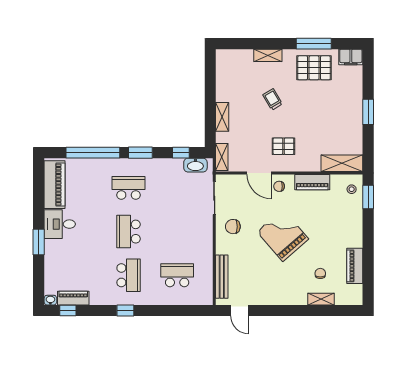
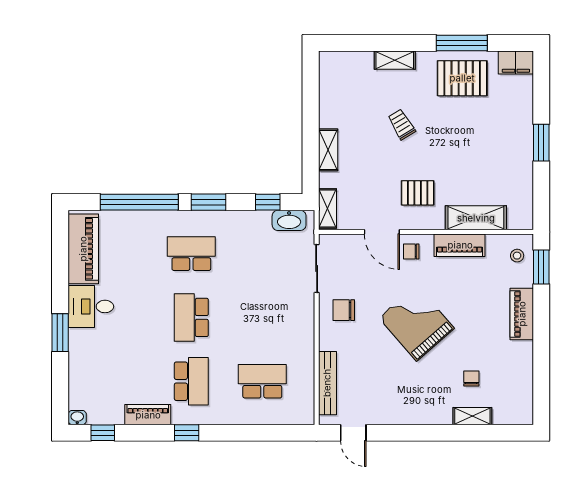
shelving: (342, 163) -> (476, 218), moved
piano: (355, 266) -> (522, 314), moved
piano: (73, 298) -> (148, 415), moved

